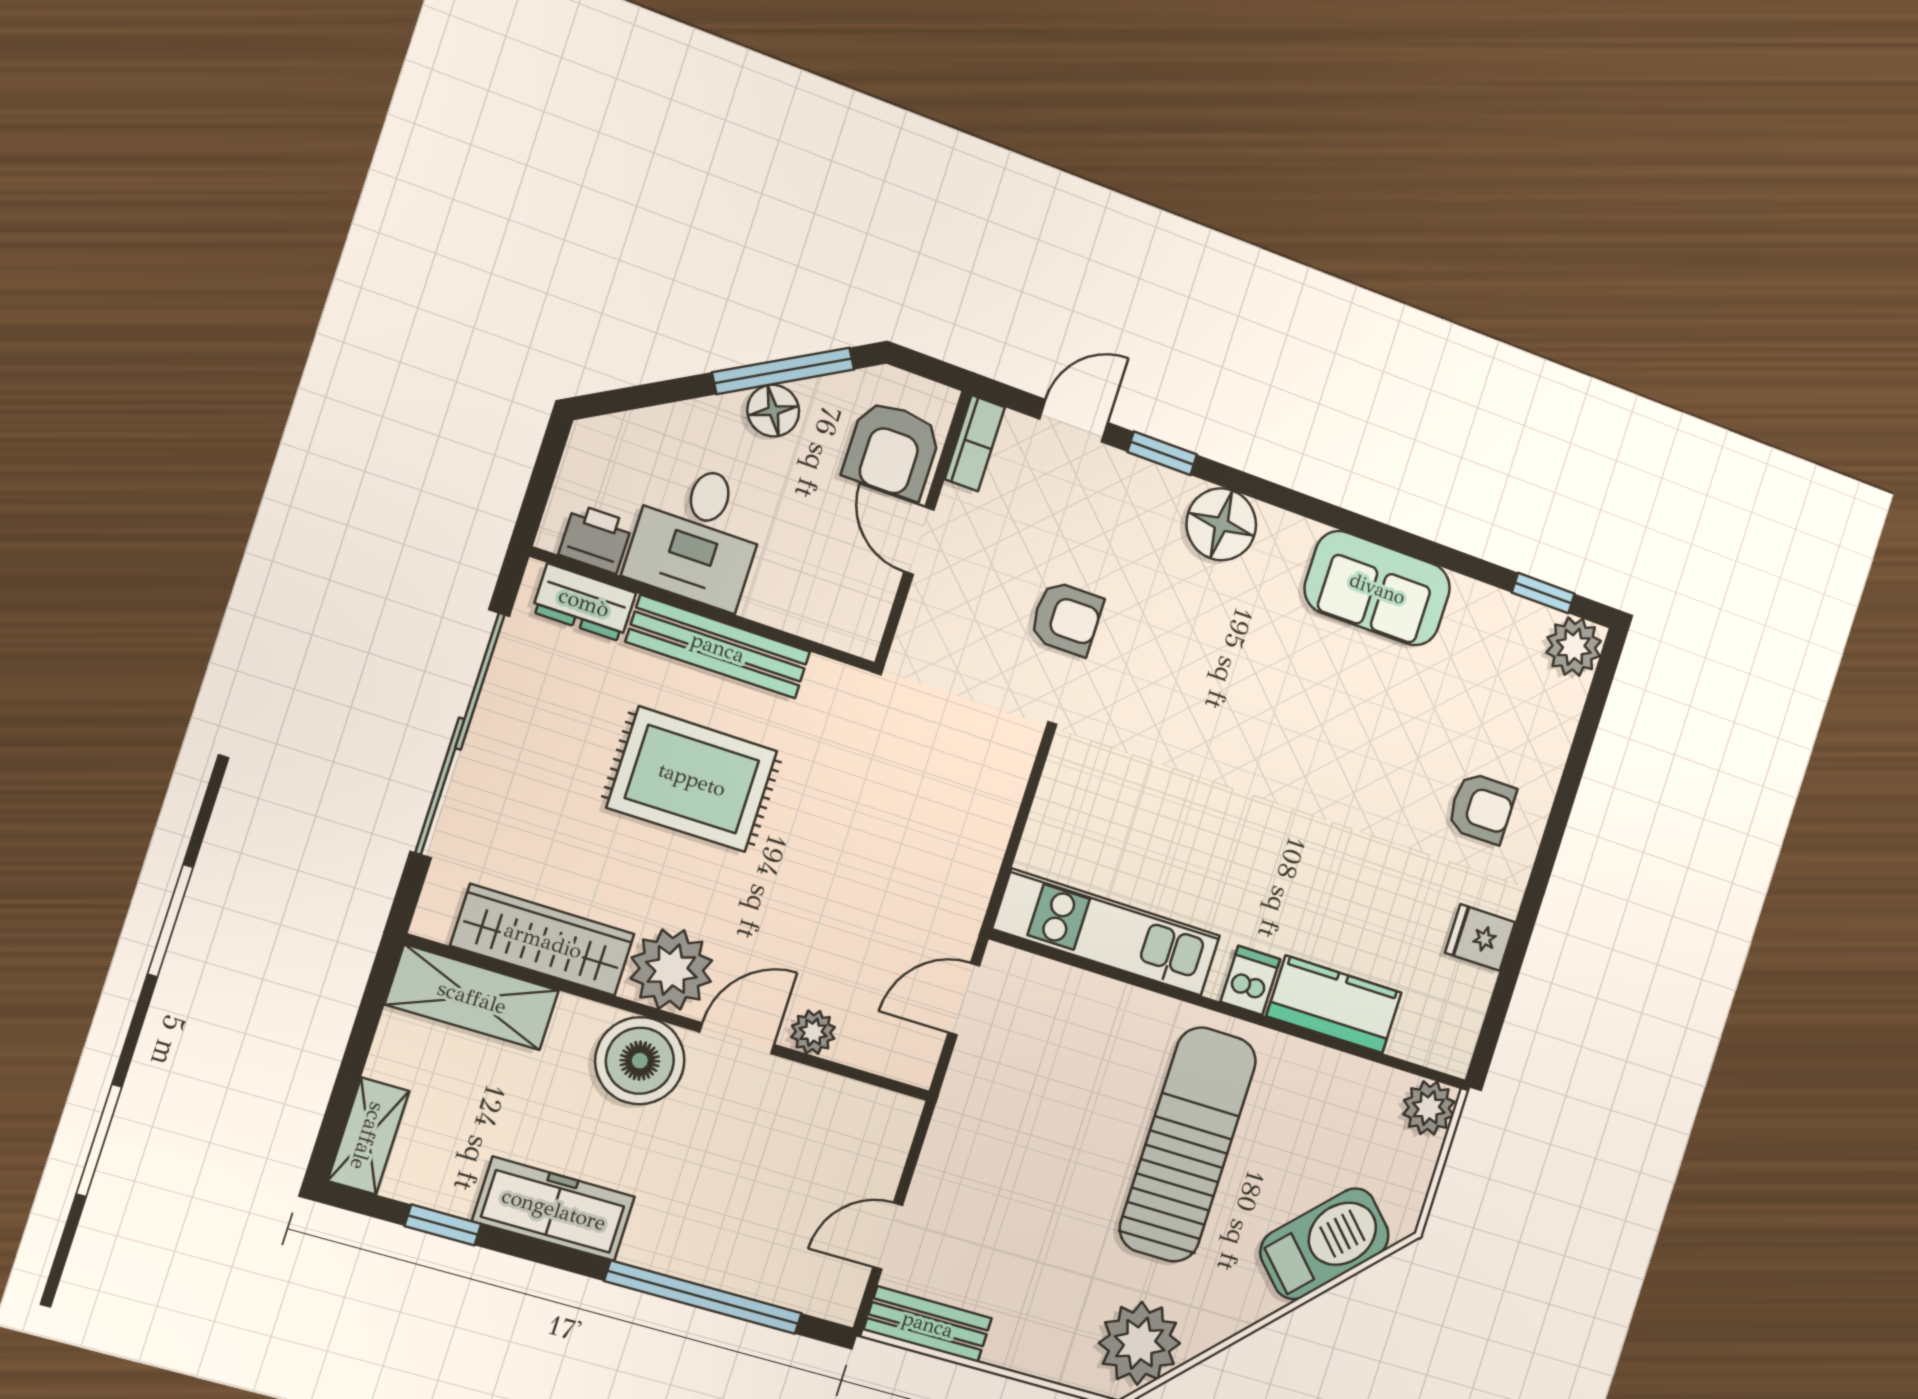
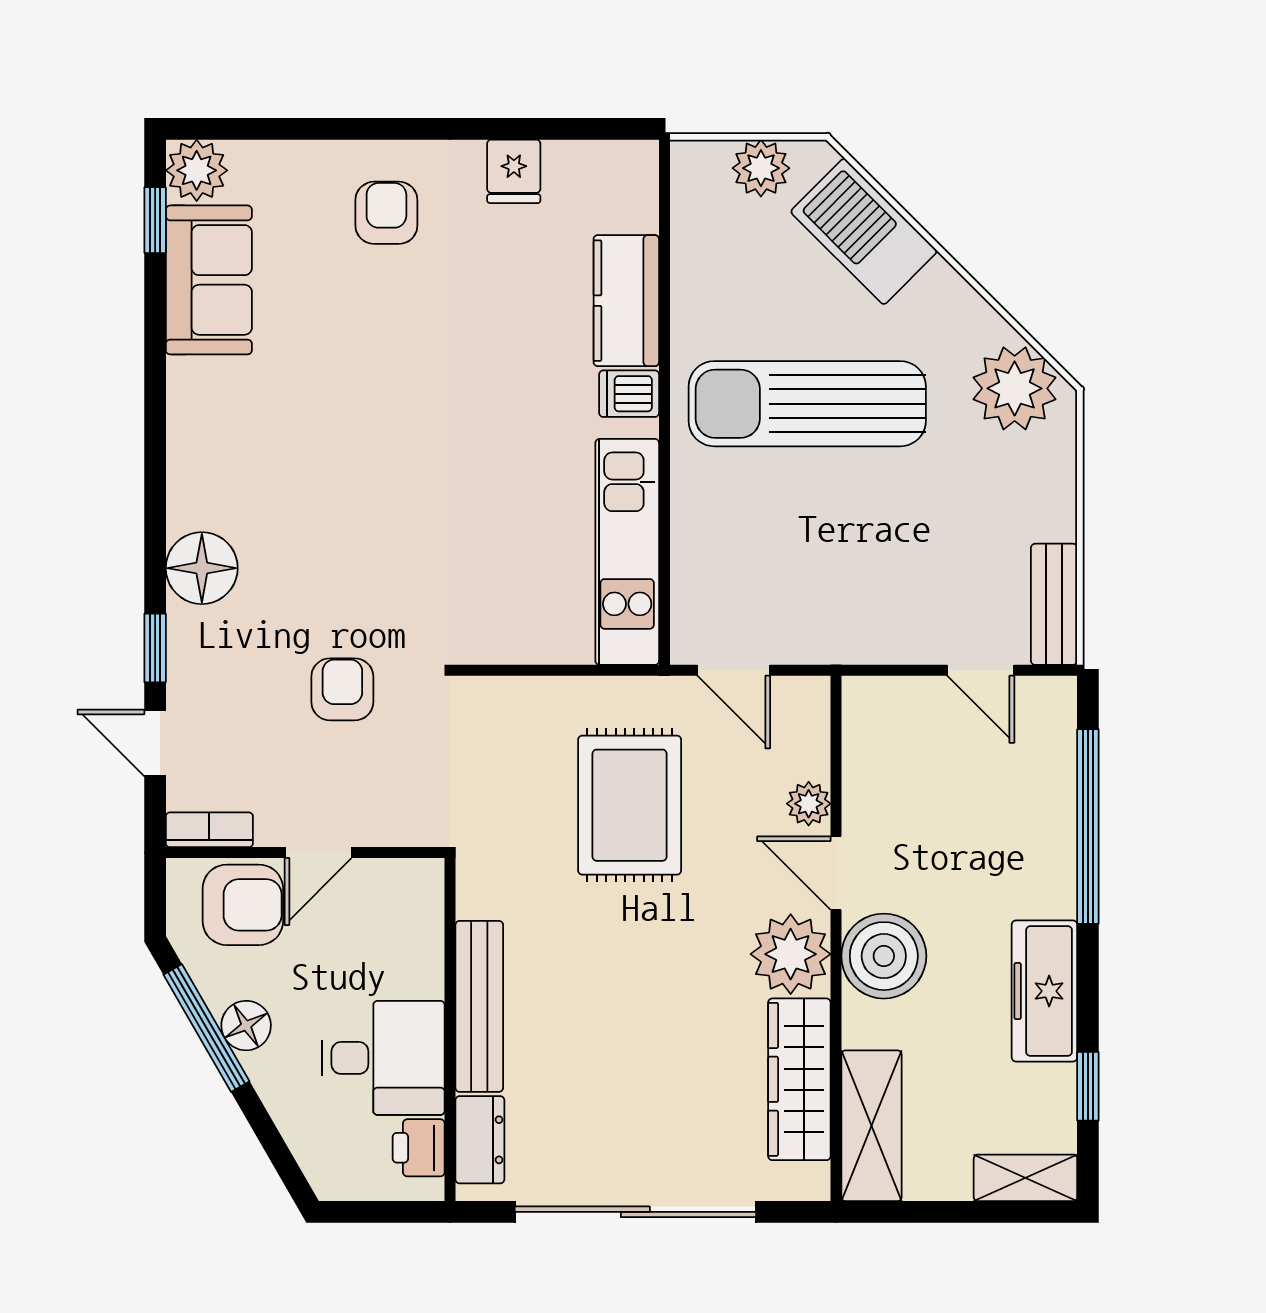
sofa: (1377, 588) -> (209, 280), moved
rug: (692, 779) -> (630, 805), moved
plant: (1429, 1108) -> (761, 168), moved

